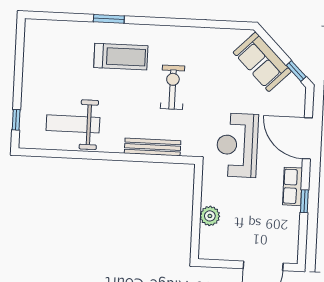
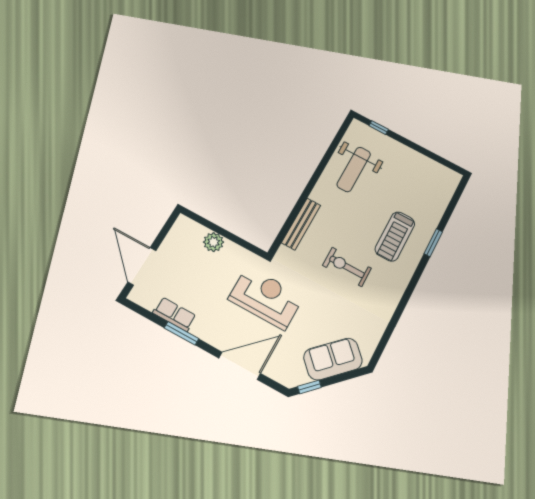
exercise bike: (173, 87) -> (347, 267), turned 180
weight bench: (73, 124) -> (354, 169), turned 180
row of seats: (292, 186) -> (175, 314), moved
window: (304, 201) -> (181, 333), width x1.50

